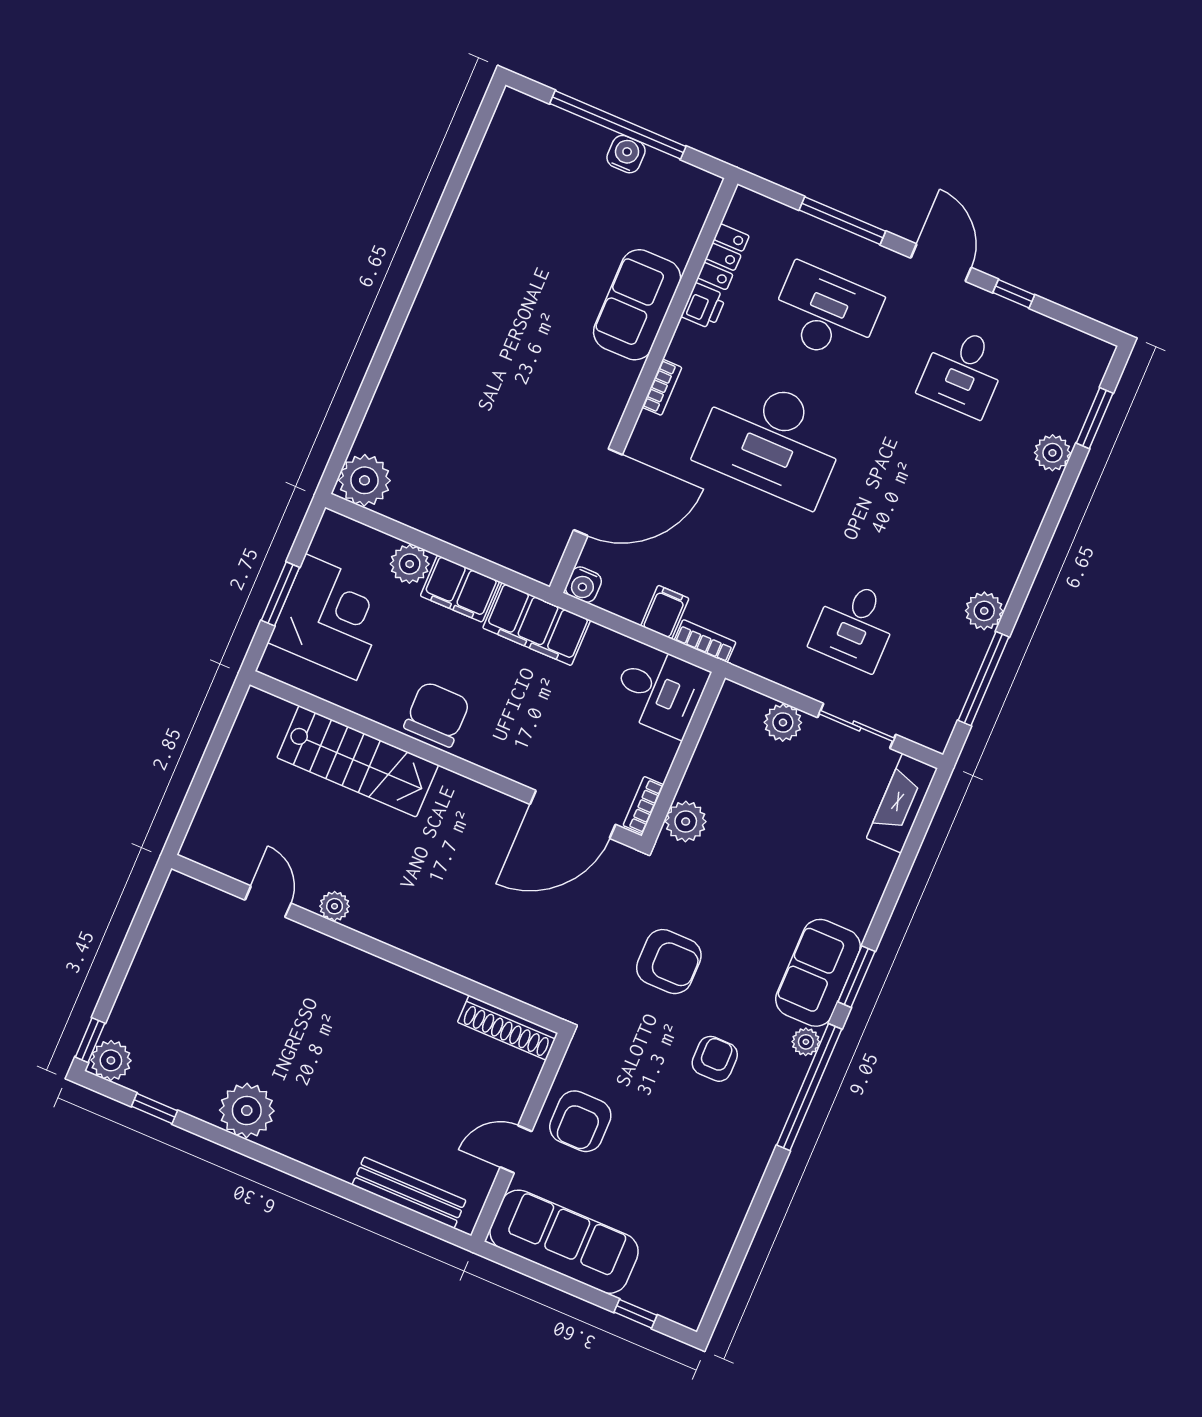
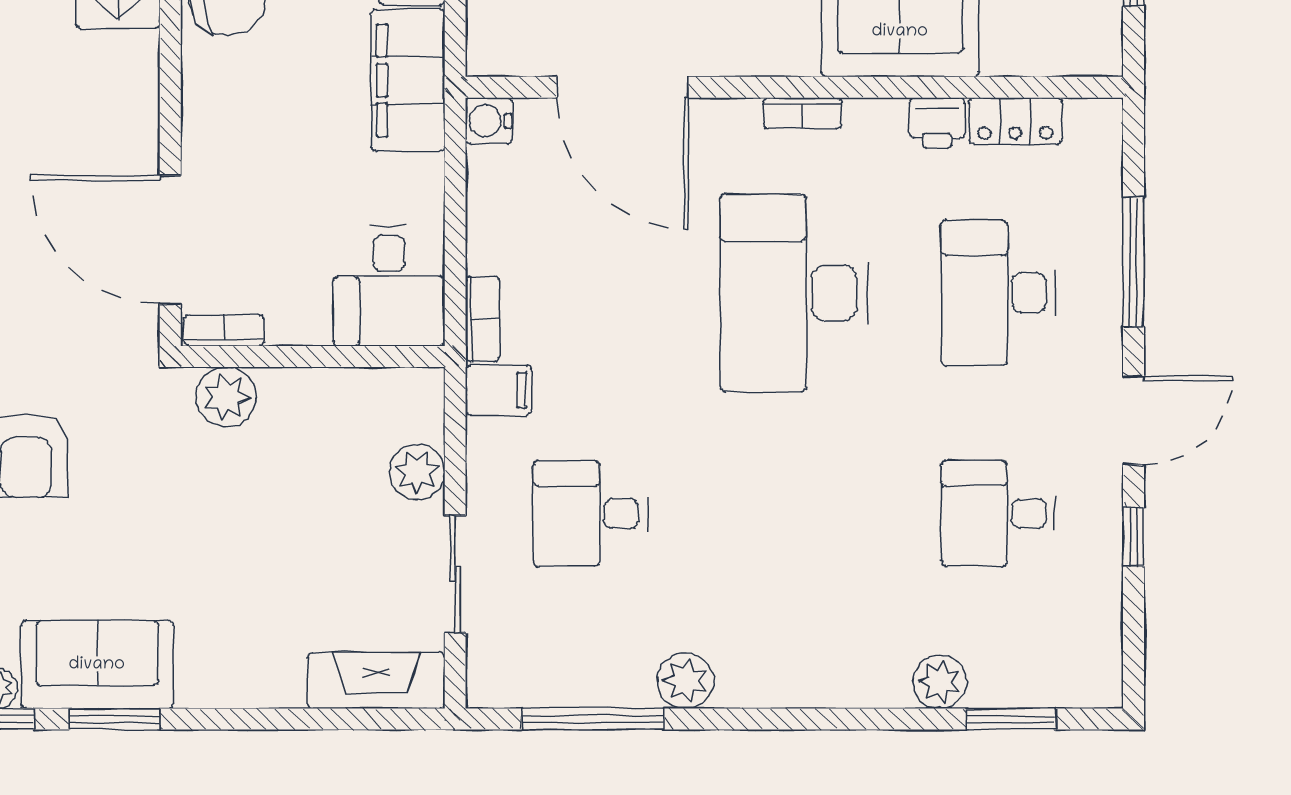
desk: (826, 313) -> (998, 293), turned 180
filing cabinet: (665, 612) -> (499, 390), moved

